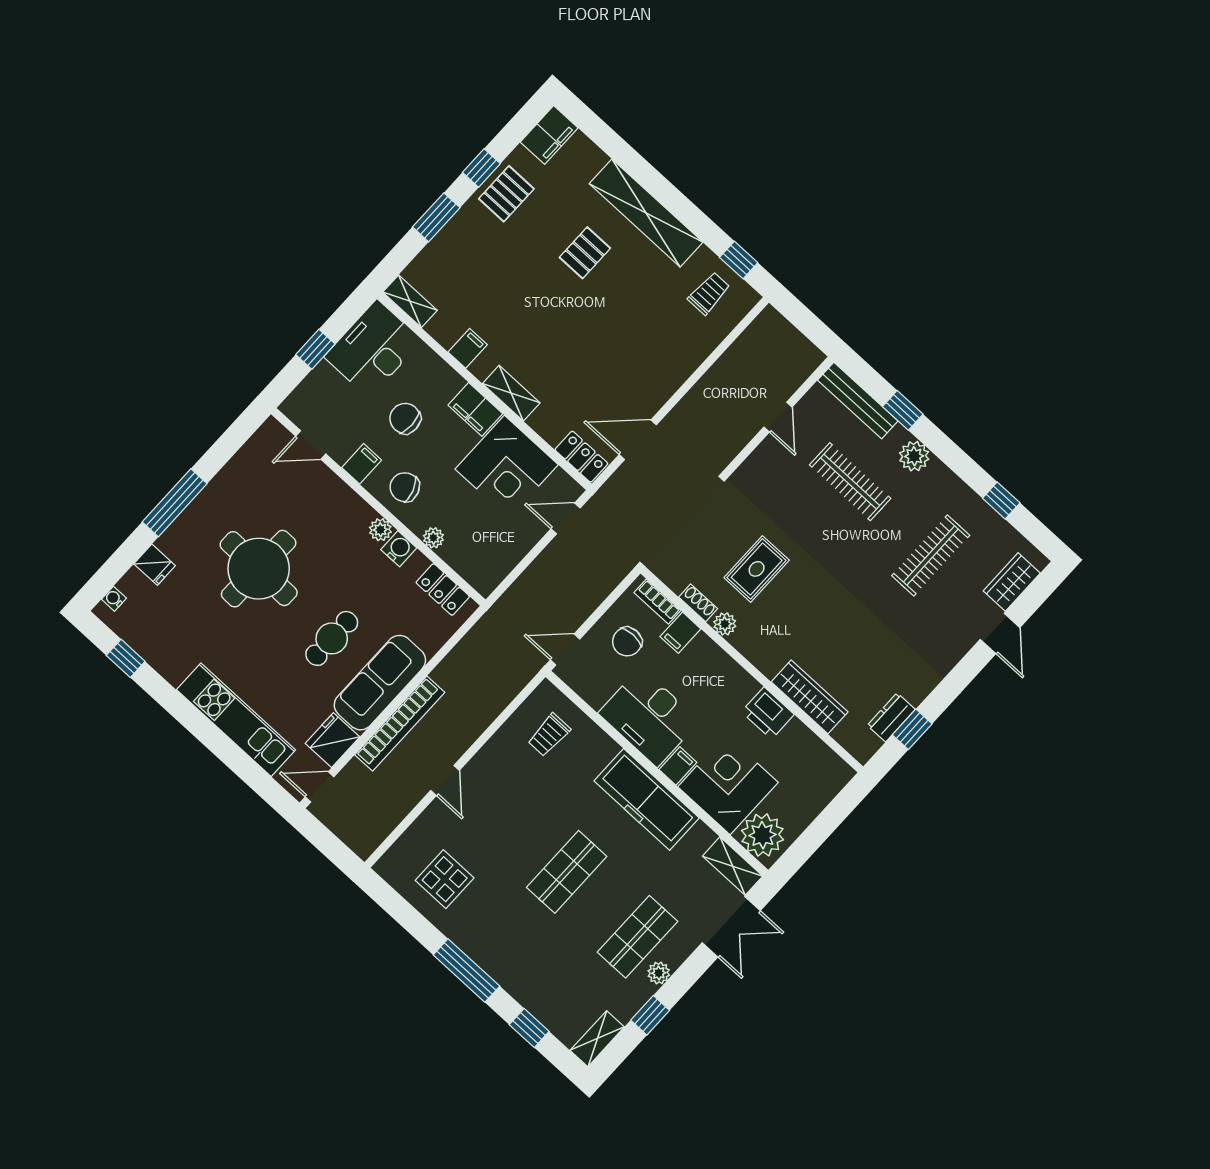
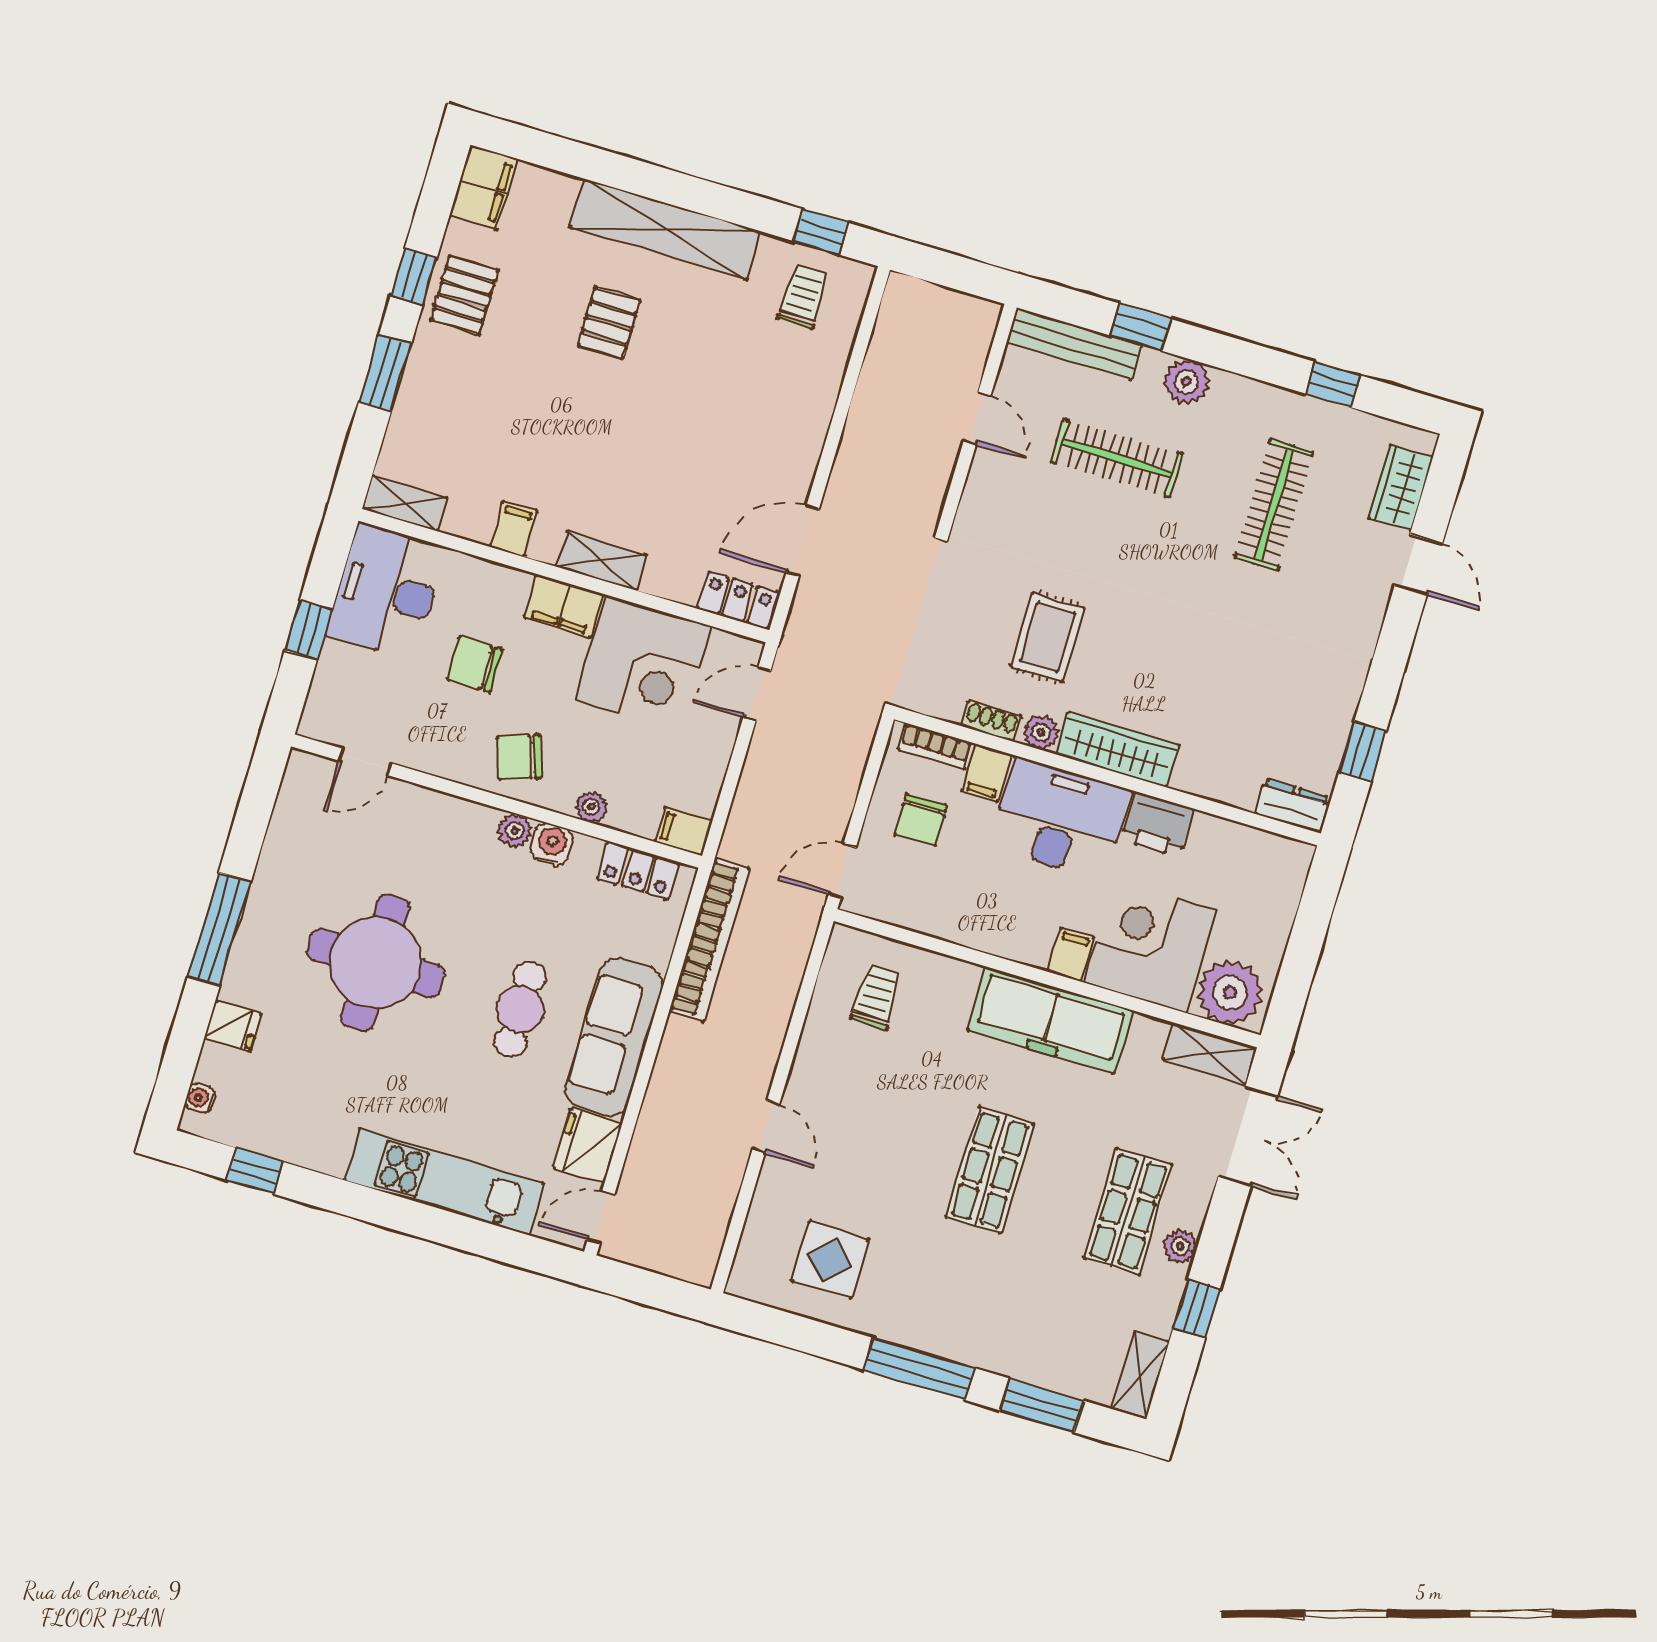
filing cabinet: (362, 464) -> (684, 831), moved, turned -90
wardrobe: (810, 697) -> (1117, 750), moved
desk: (649, 717) -> (1060, 819), moved, turned 180
dresser: (891, 717) -> (1292, 806), moved, turned 90
bookcase: (400, 724) -> (709, 940), moved
trolley: (549, 735) -> (876, 997), turned 180
window: (529, 1028) -> (1042, 1405), width x1.50

